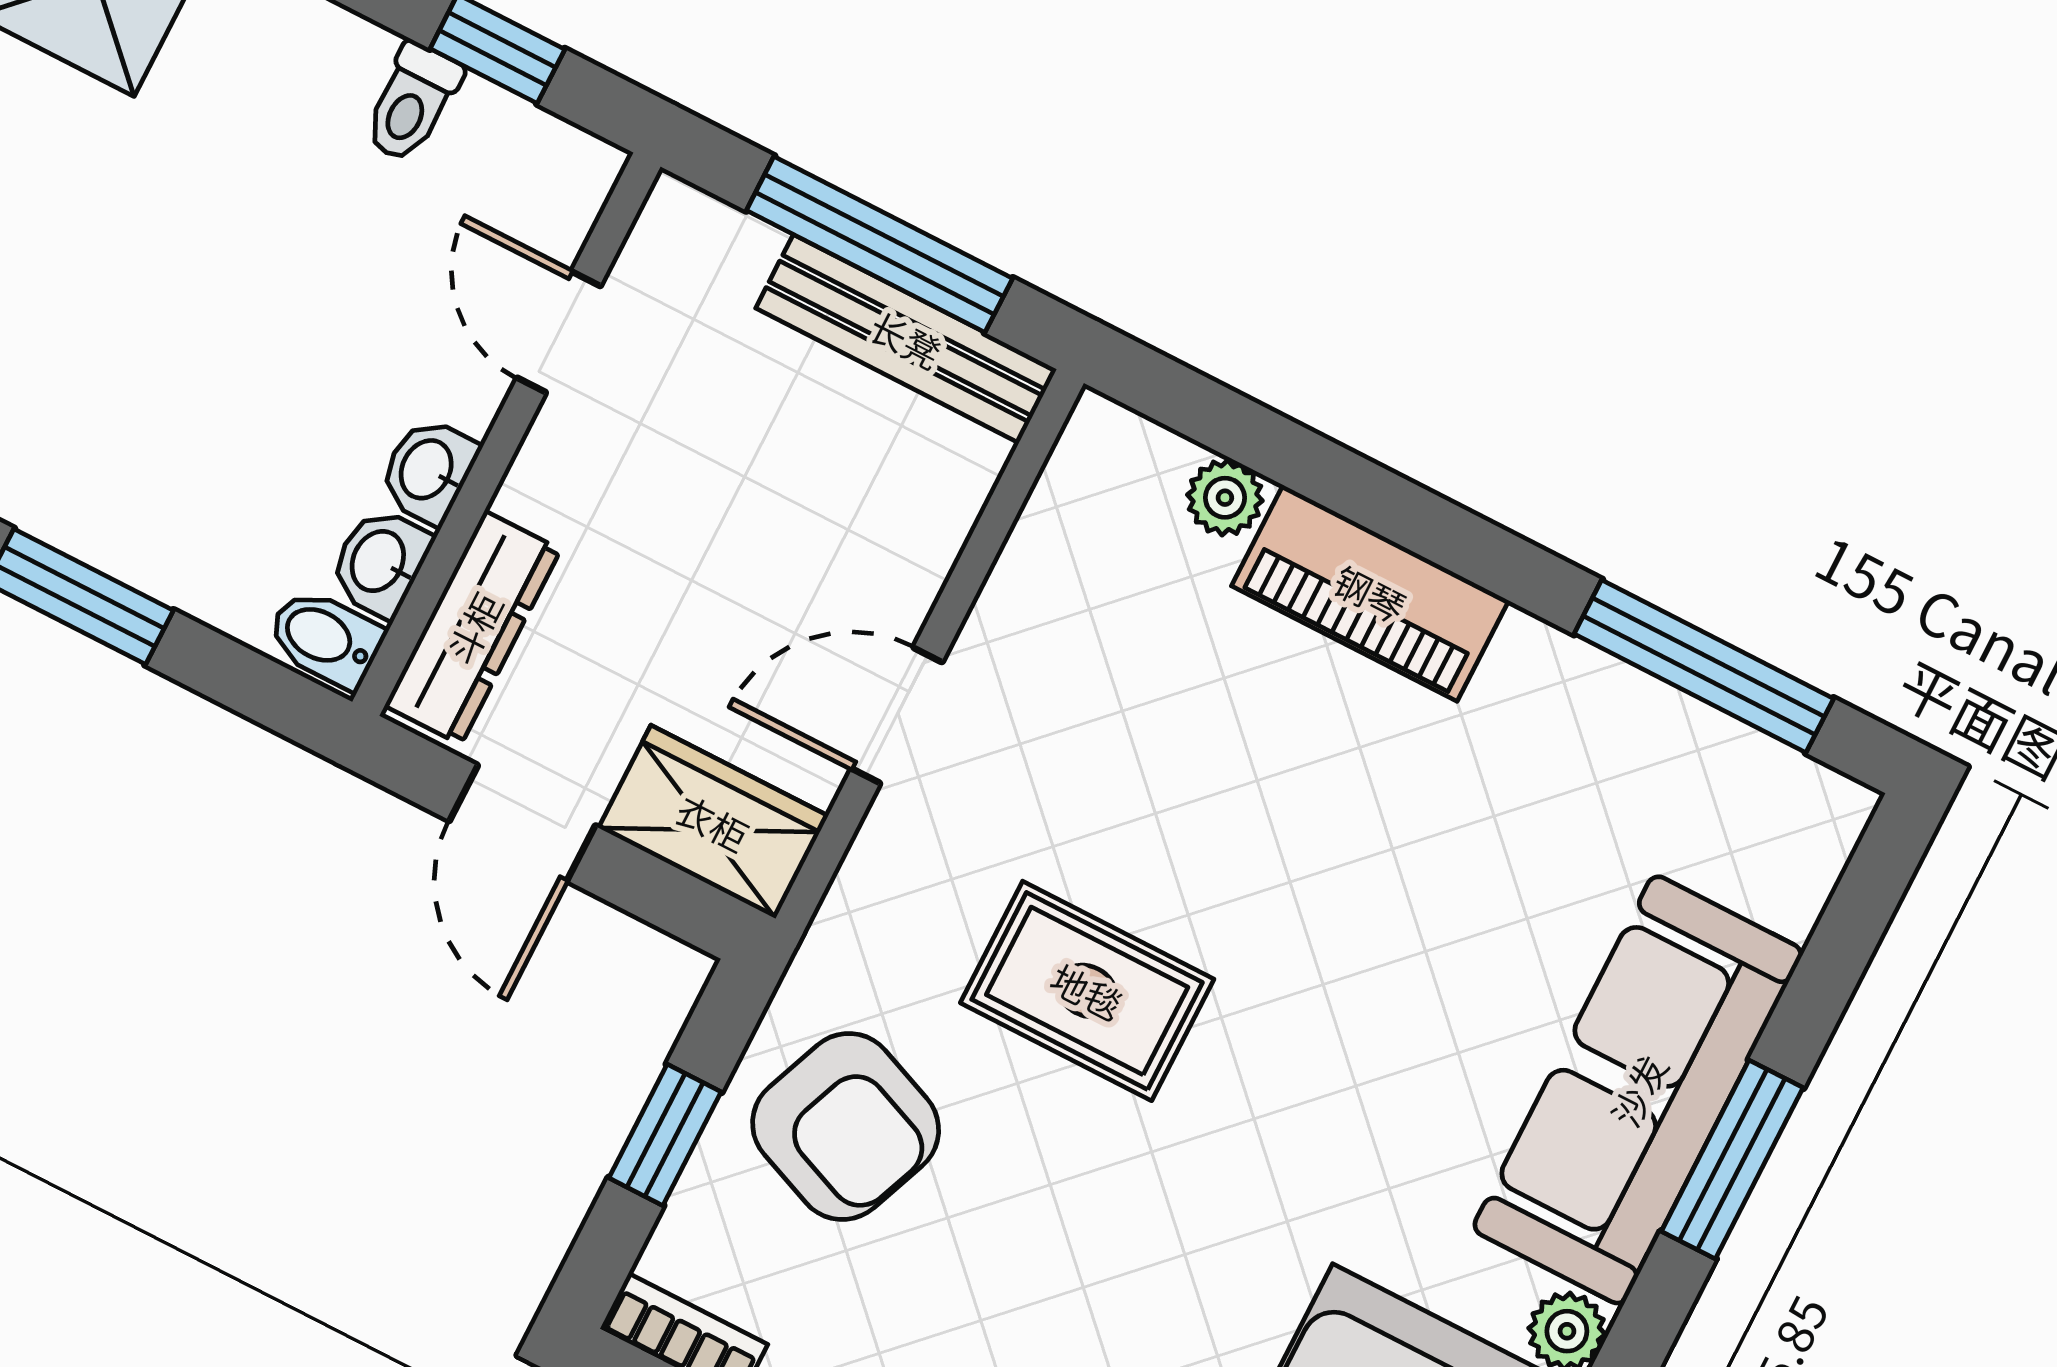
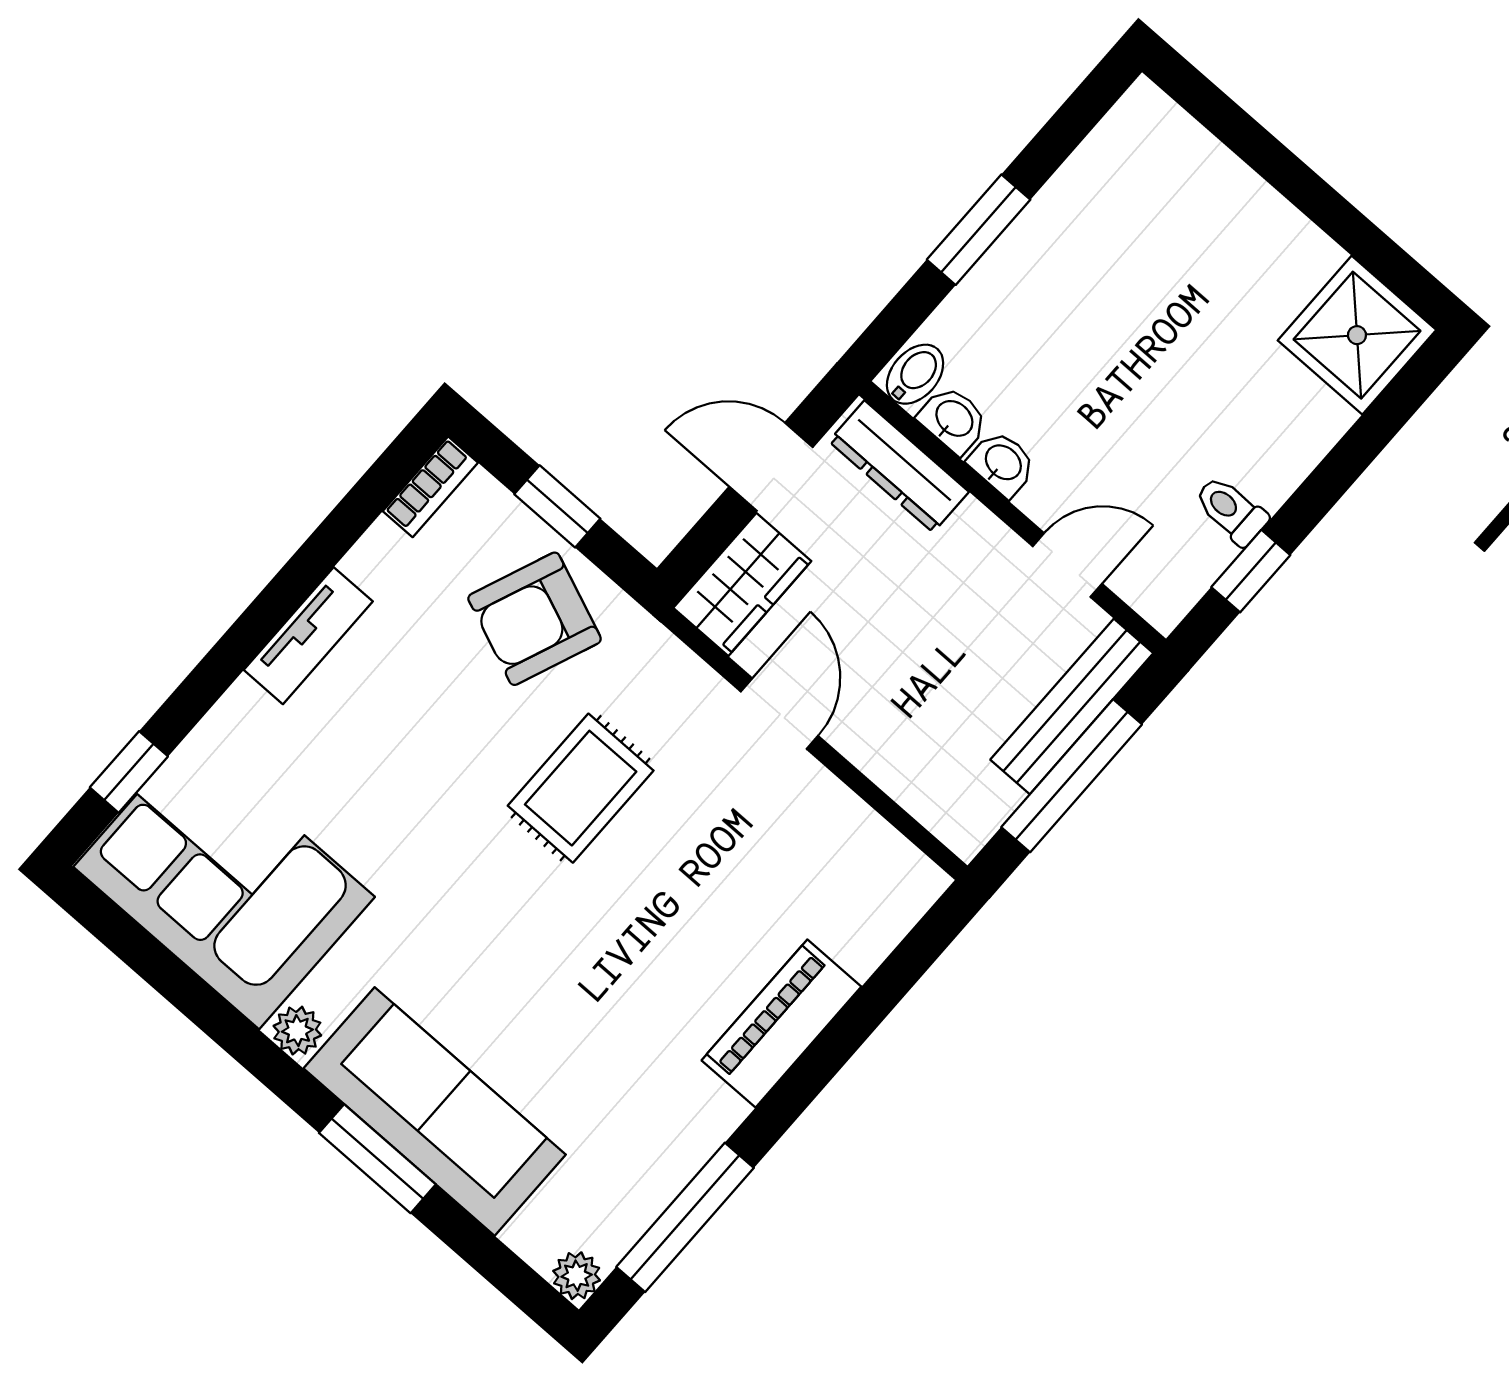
bench: (906, 339) -> (1072, 706), moved
plant: (1225, 498) -> (577, 1276), moved

